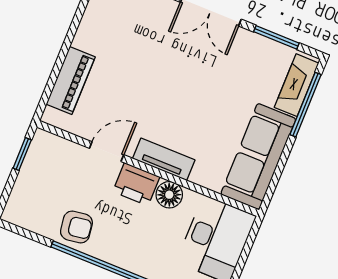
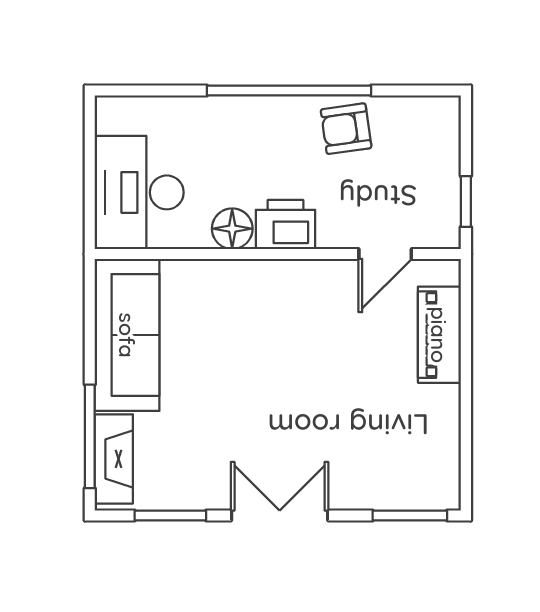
door: (107, 152) -> (385, 254), moved
tv unit: (164, 159) -> (261, 276), removed

